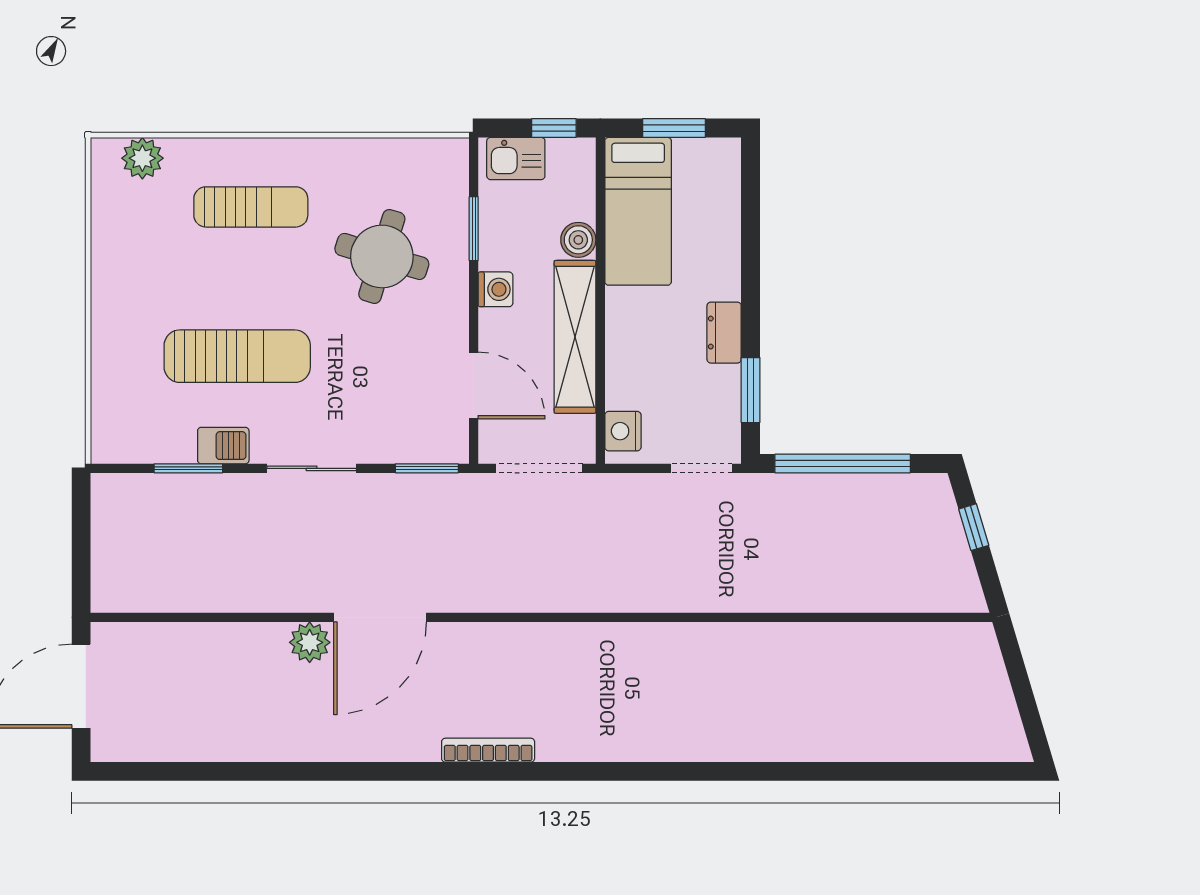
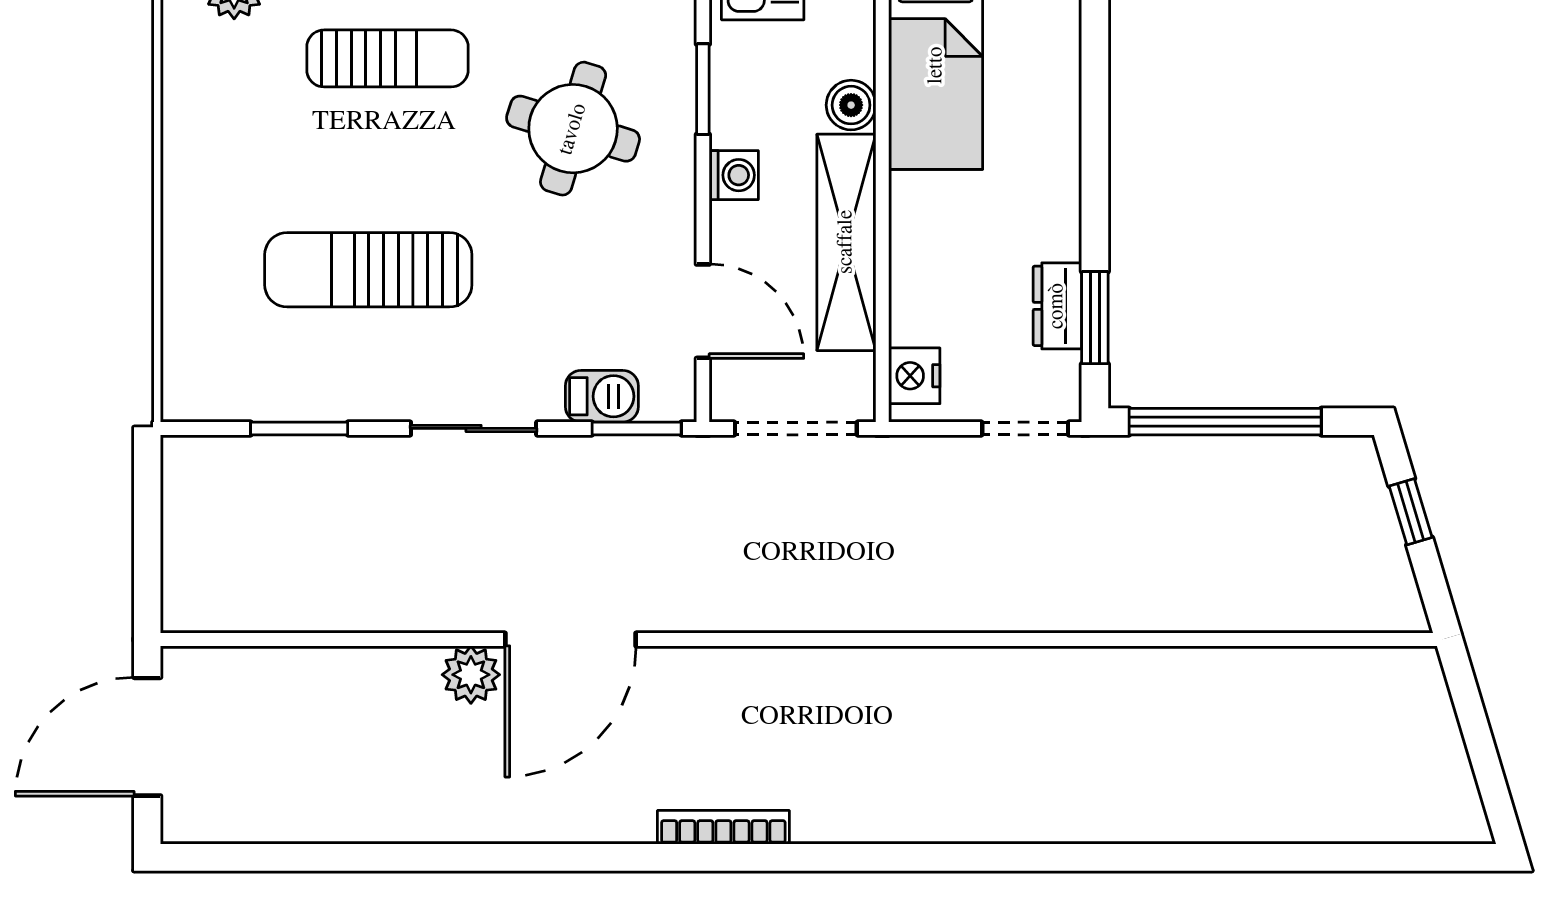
dresser: (724, 333) -> (1057, 306), moved
sun lounger: (237, 356) -> (368, 270), turned 180
barbecue: (223, 446) -> (602, 396), moved

